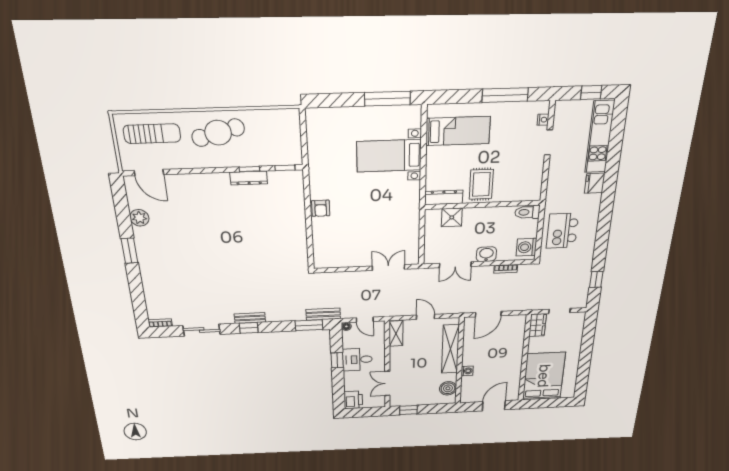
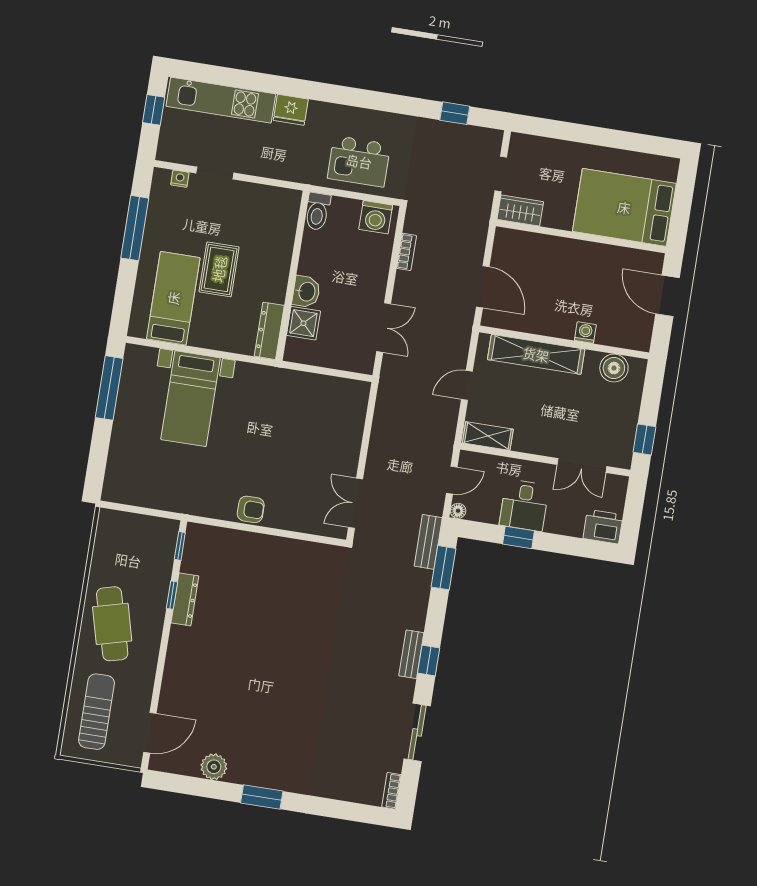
rug: (481, 184) -> (219, 269), moved, turned 90
washbasin: (486, 254) -> (306, 292), moved, turned 180
double door: (388, 268) -> (356, 503), moved

